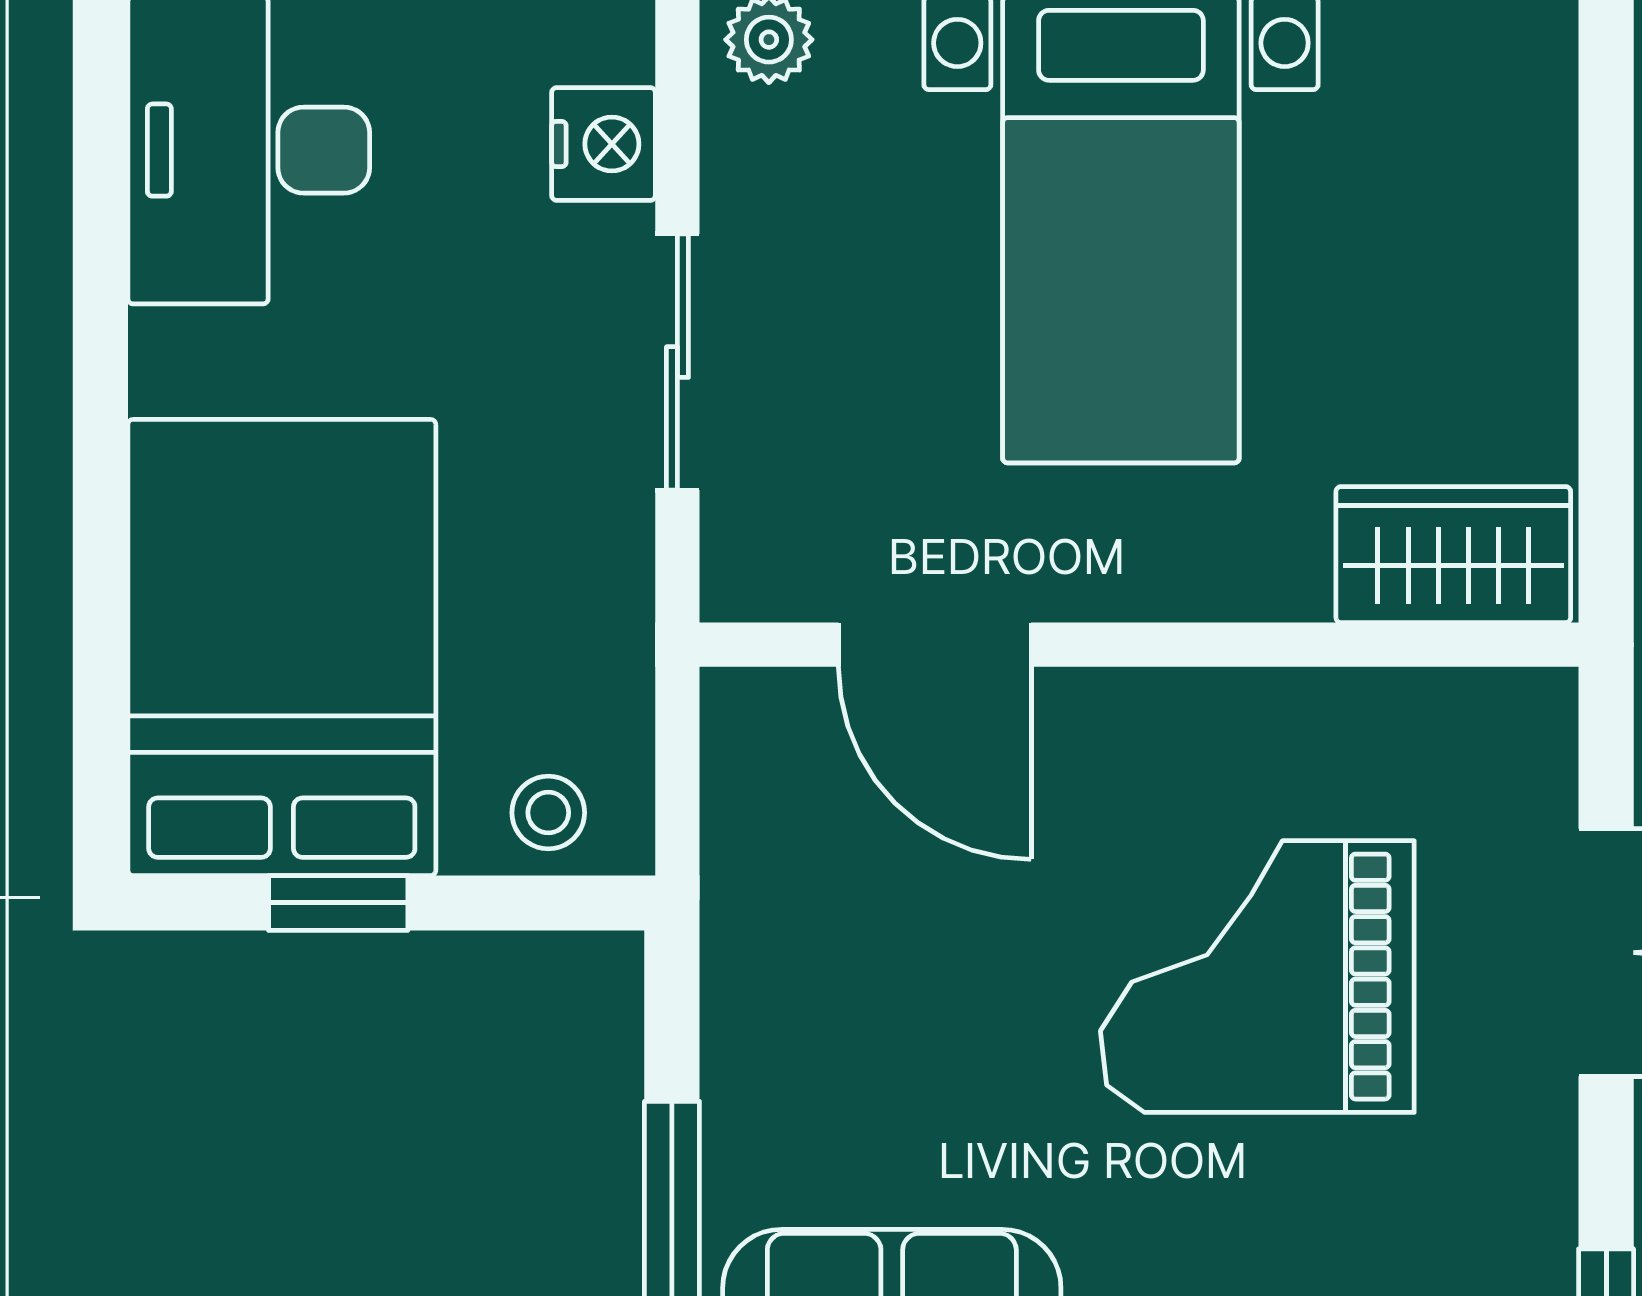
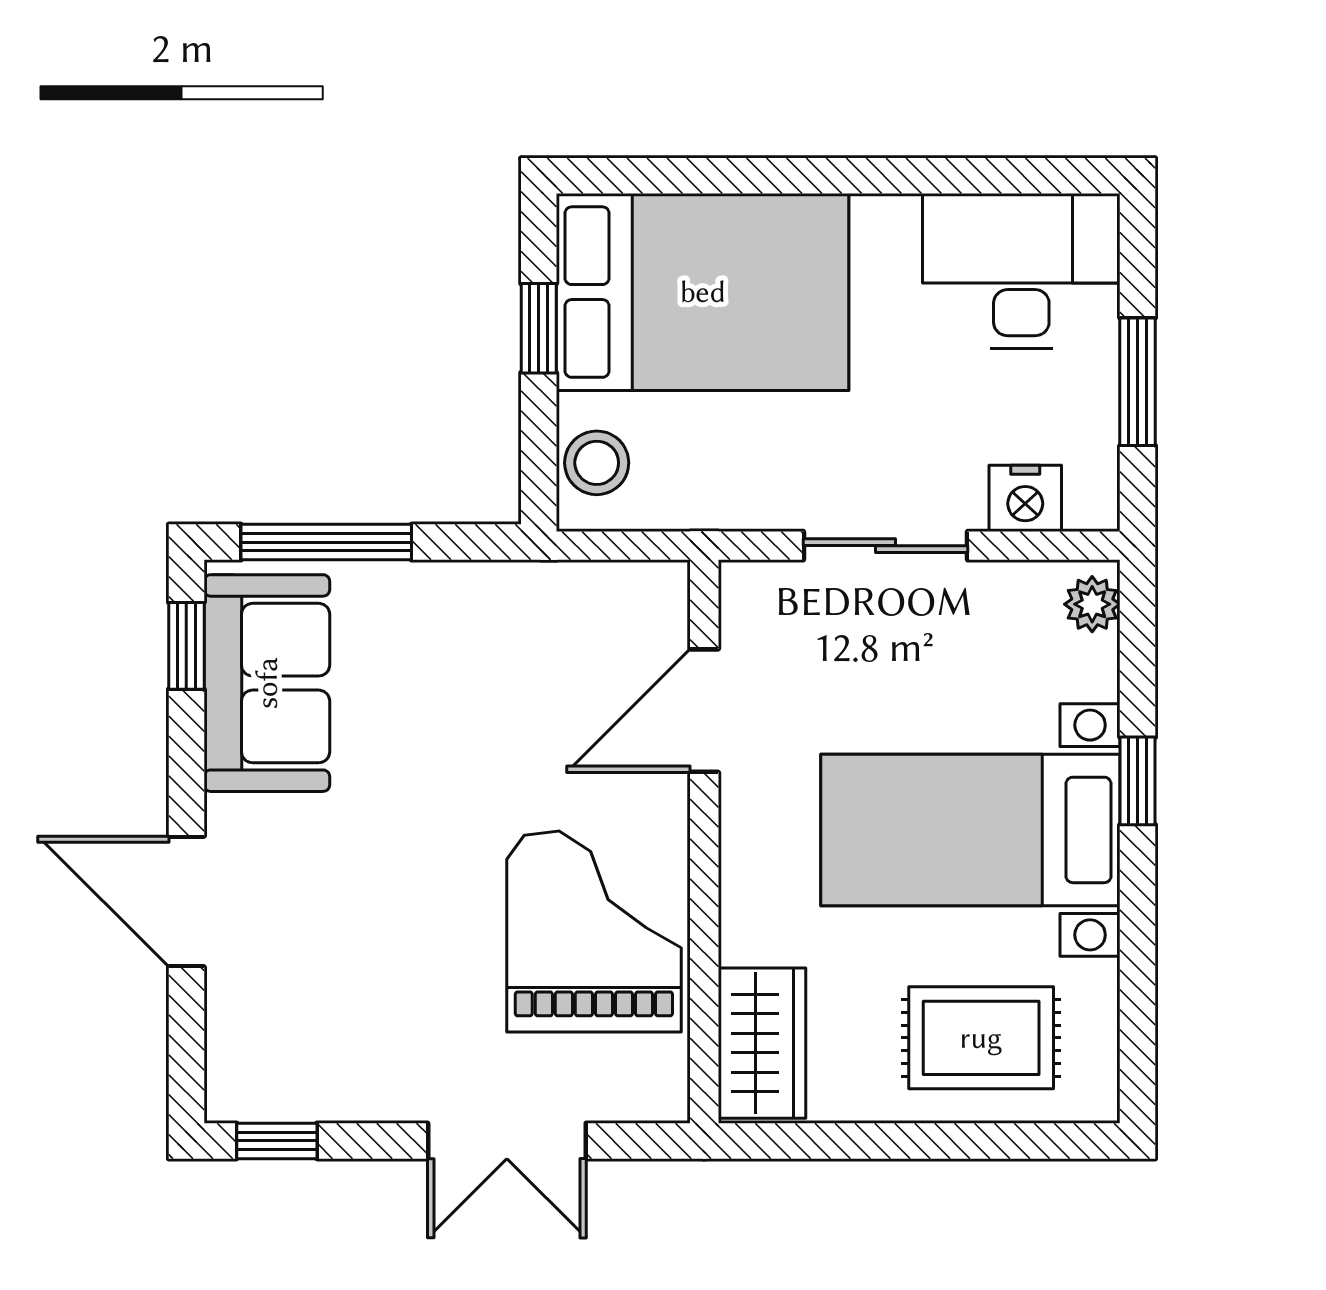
rug: (1445, 213) -> (981, 1038), added
stool: (548, 813) -> (597, 463), width x1.37, depth x1.37
grand piano: (1257, 977) -> (594, 932), moved

